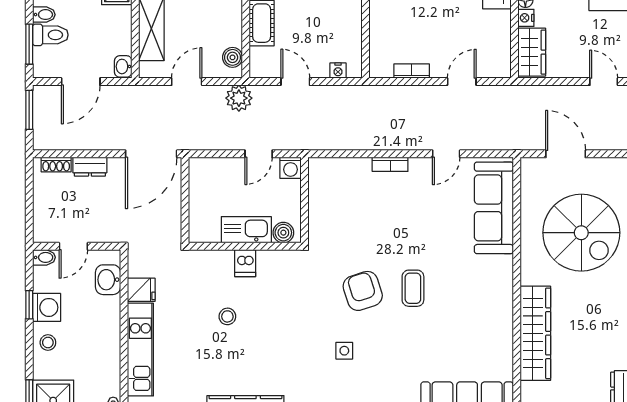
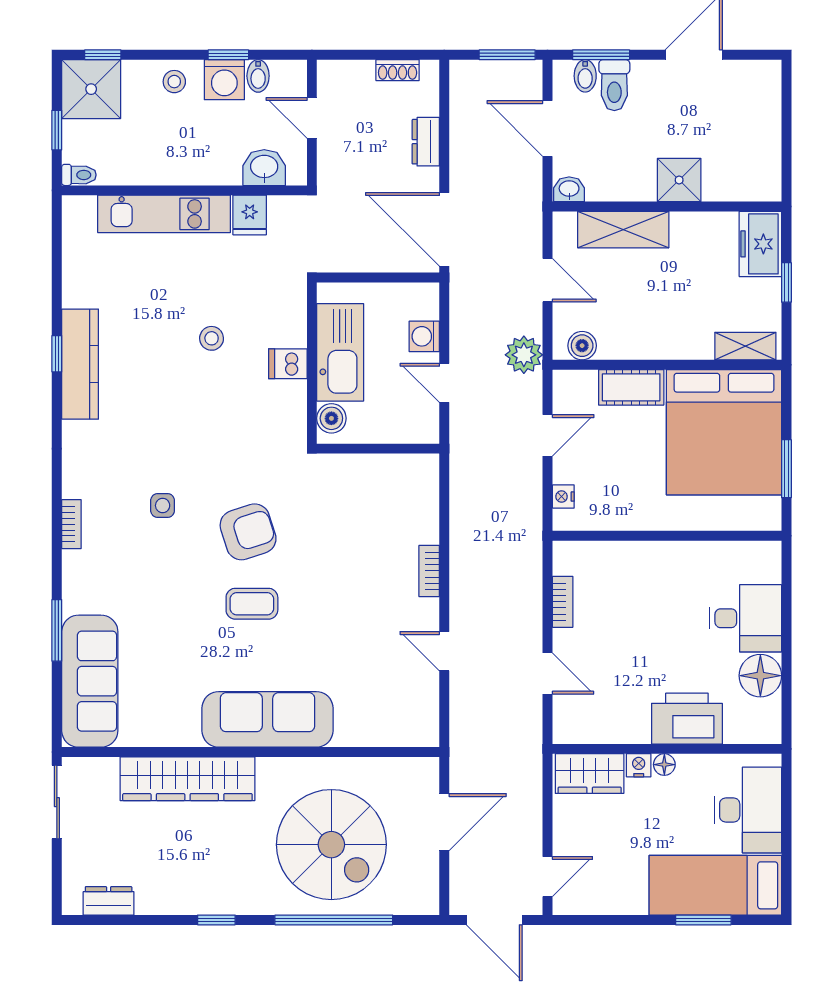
bidet: (44, 15) -> (585, 76), moved
shoe rack: (56, 164) -> (398, 70), moved, turned -90
washing machine: (291, 168) -> (424, 336), moved
sofa: (494, 208) -> (268, 719), moved
kitchen sink: (246, 230) -> (340, 352), width x1.36, depth x1.24
spiral stairs: (581, 233) -> (331, 845), turned -90
bidet: (44, 257) -> (258, 76), moved

